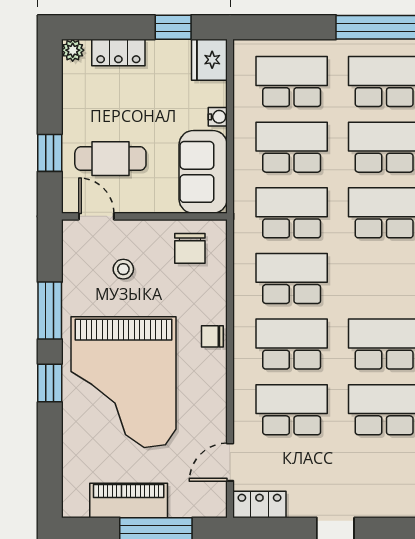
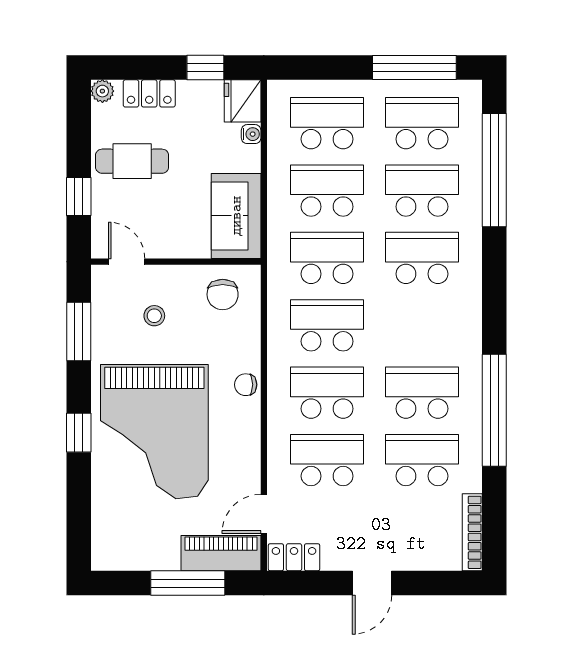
water cooler: (218, 117) -> (251, 134), moved
cafe table: (110, 159) -> (132, 161), moved
window: (50, 311) -> (79, 331), moved
piano: (129, 500) -> (221, 553), moved

